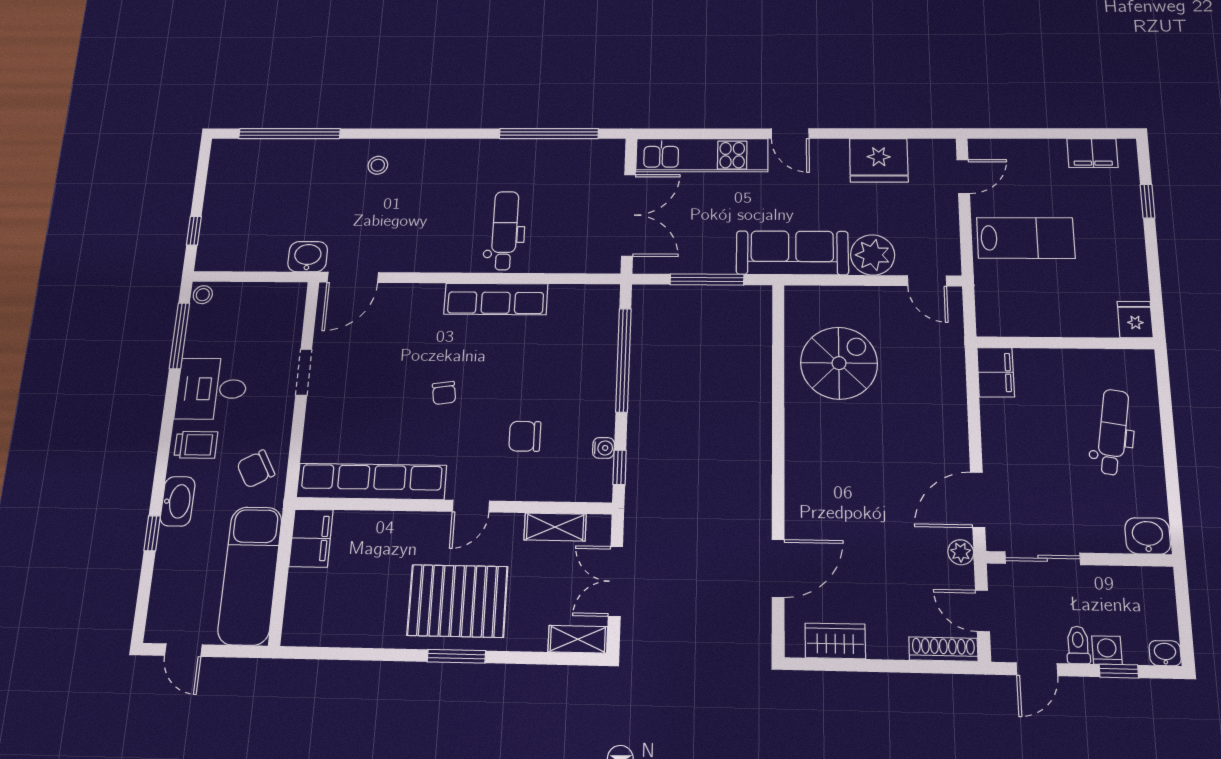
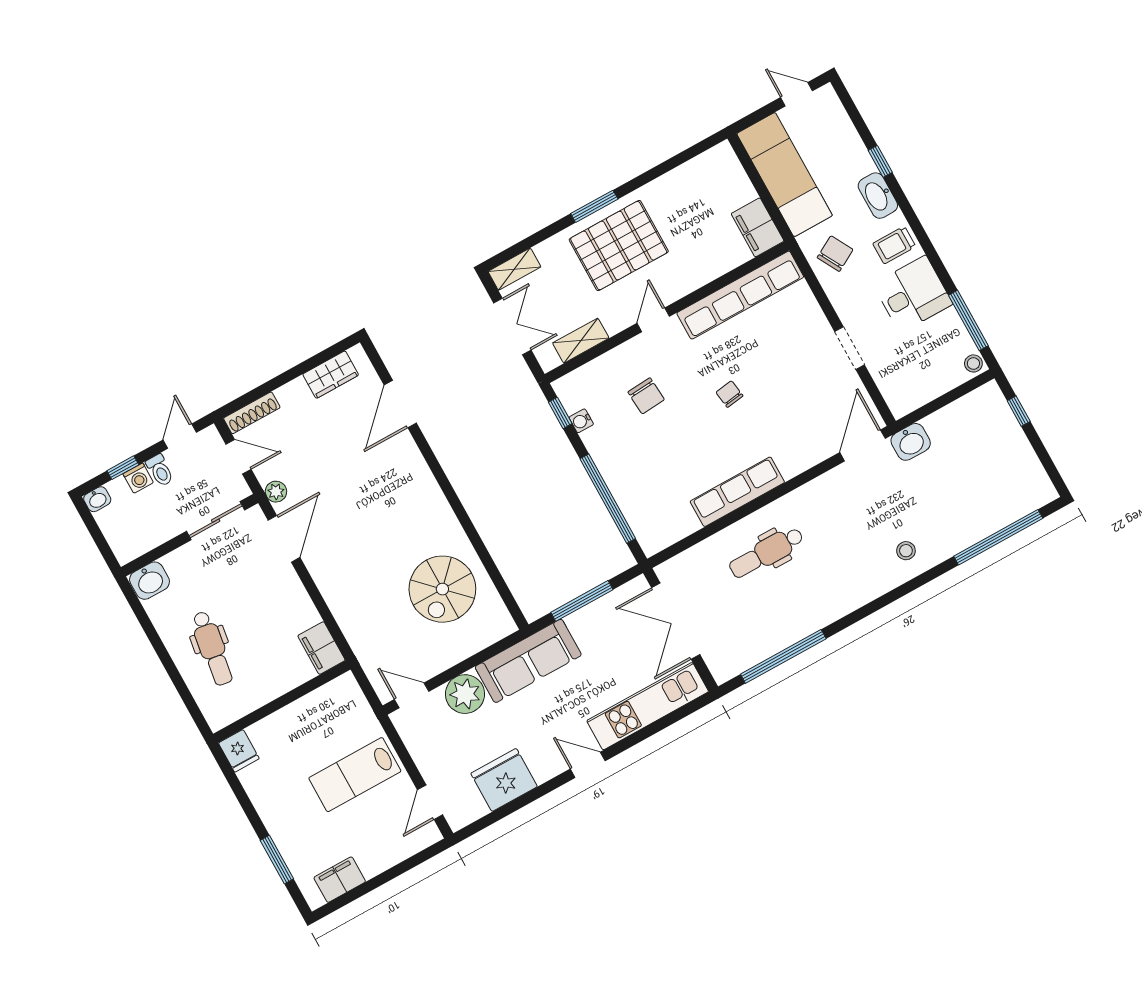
window: (1148, 201) -> (277, 860), width x1.50
dental chair: (505, 230) -> (766, 553), turned 90
chair: (525, 436) -> (646, 396), turned 86

